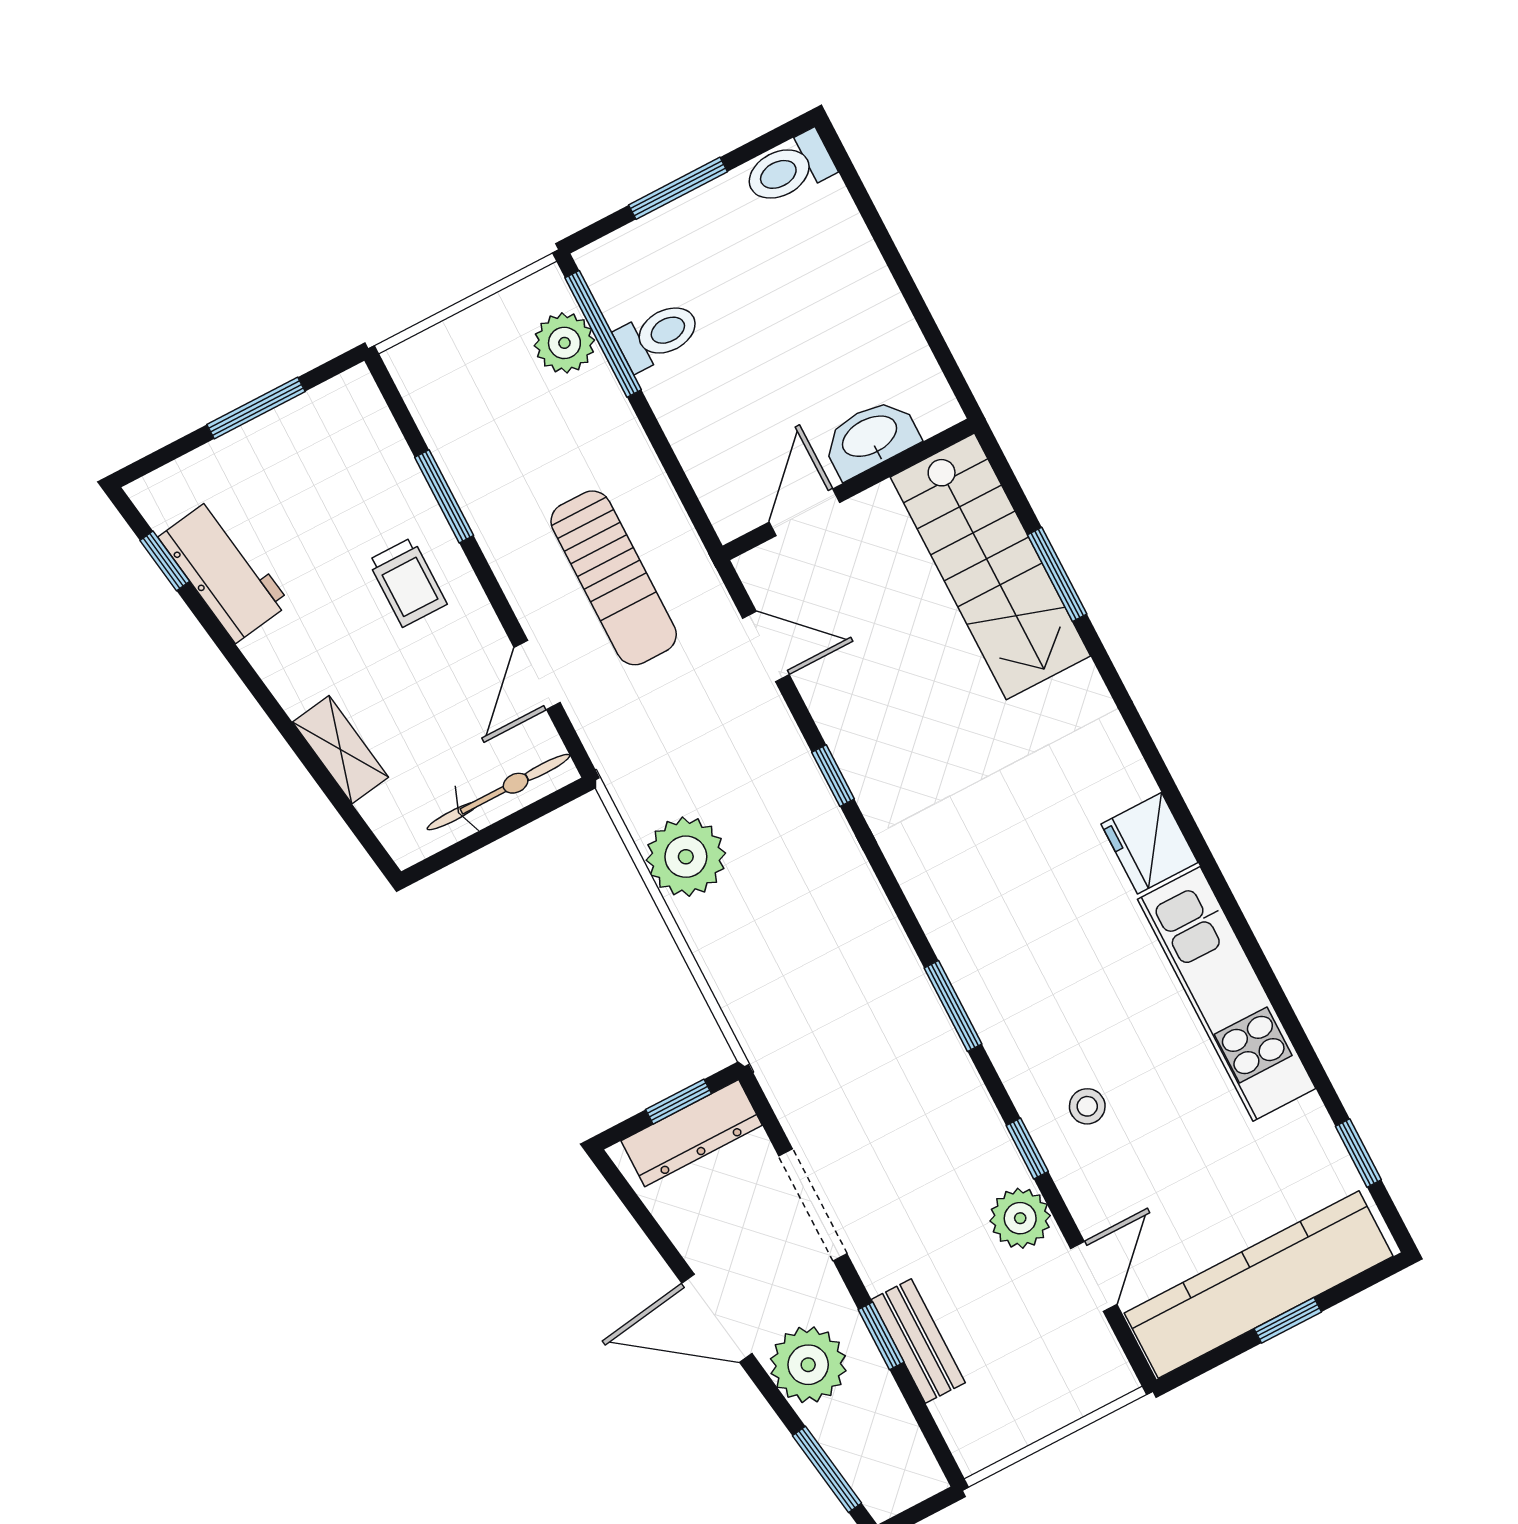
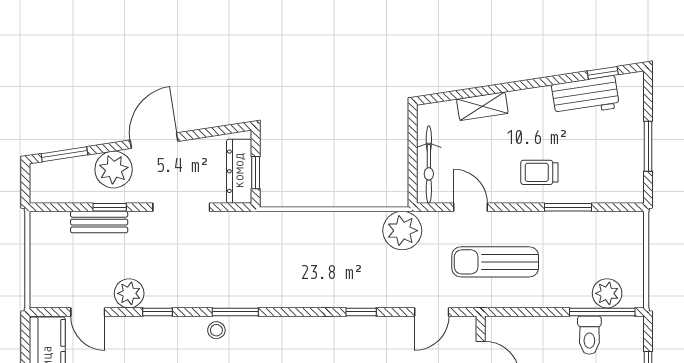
plant: (686, 857) -> (402, 231), moved
stool: (1087, 1106) -> (216, 330), moved

